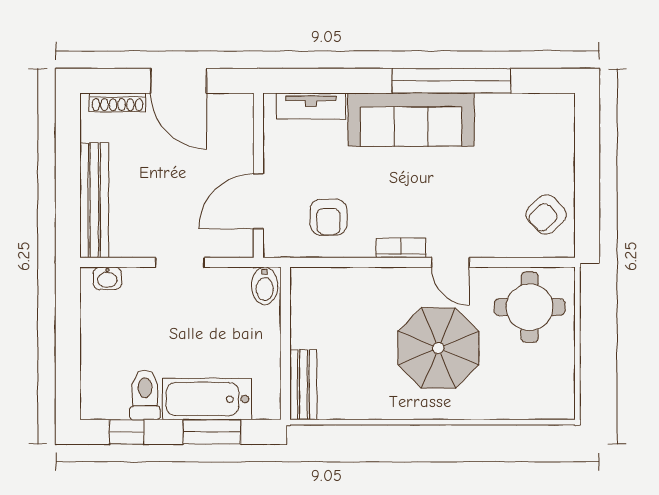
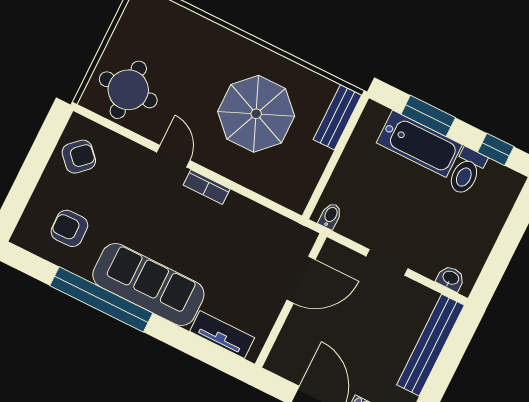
armchair: (329, 217) -> (69, 228), moved, turned -91
bidet: (265, 286) -> (330, 216), width x0.72, depth x0.74
parasol: (438, 348) -> (256, 114), moved

